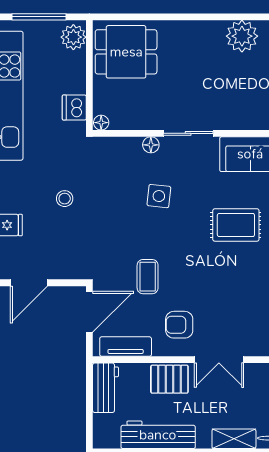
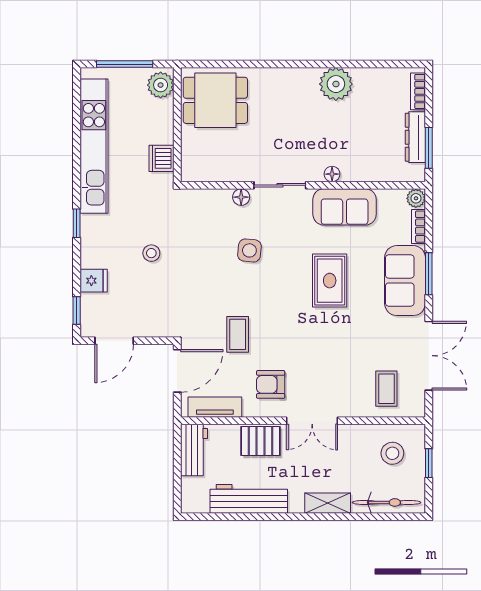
floor lamp: (101, 123) -> (332, 174), moved
rug: (236, 225) -> (330, 281), turned 90

